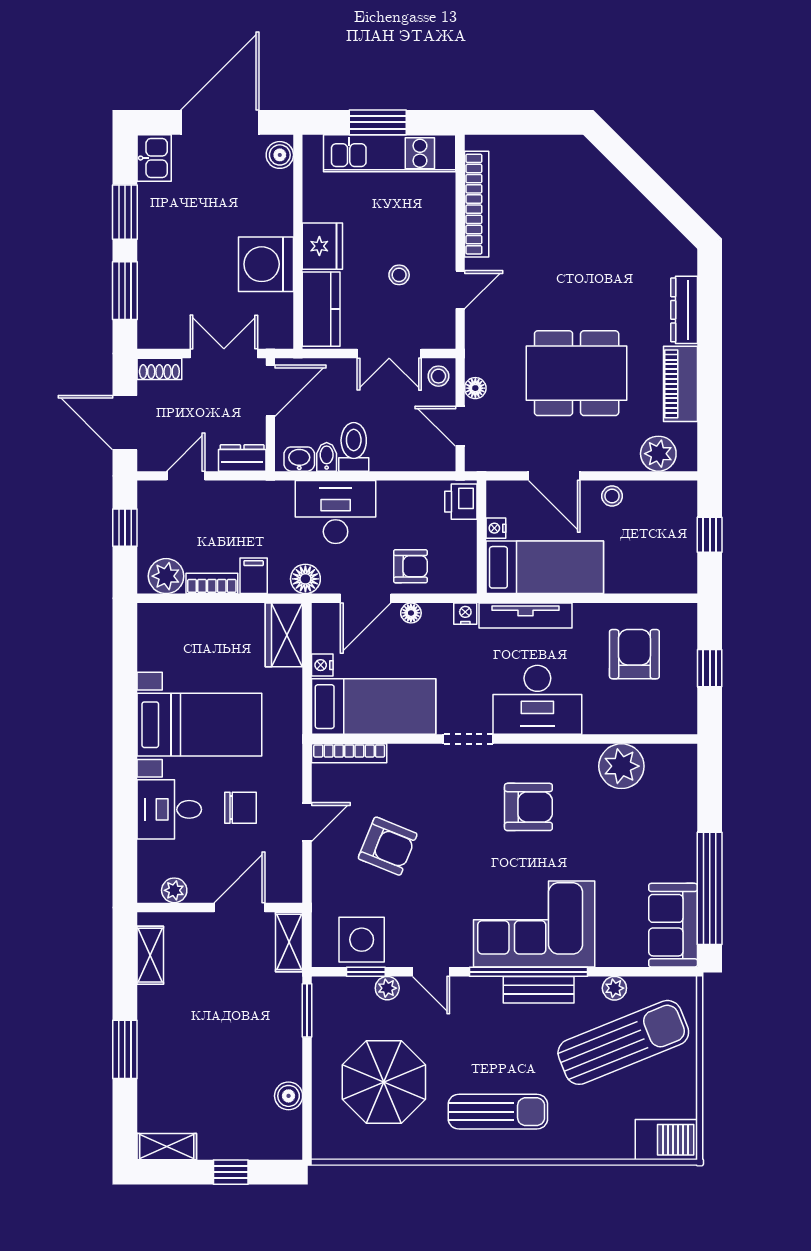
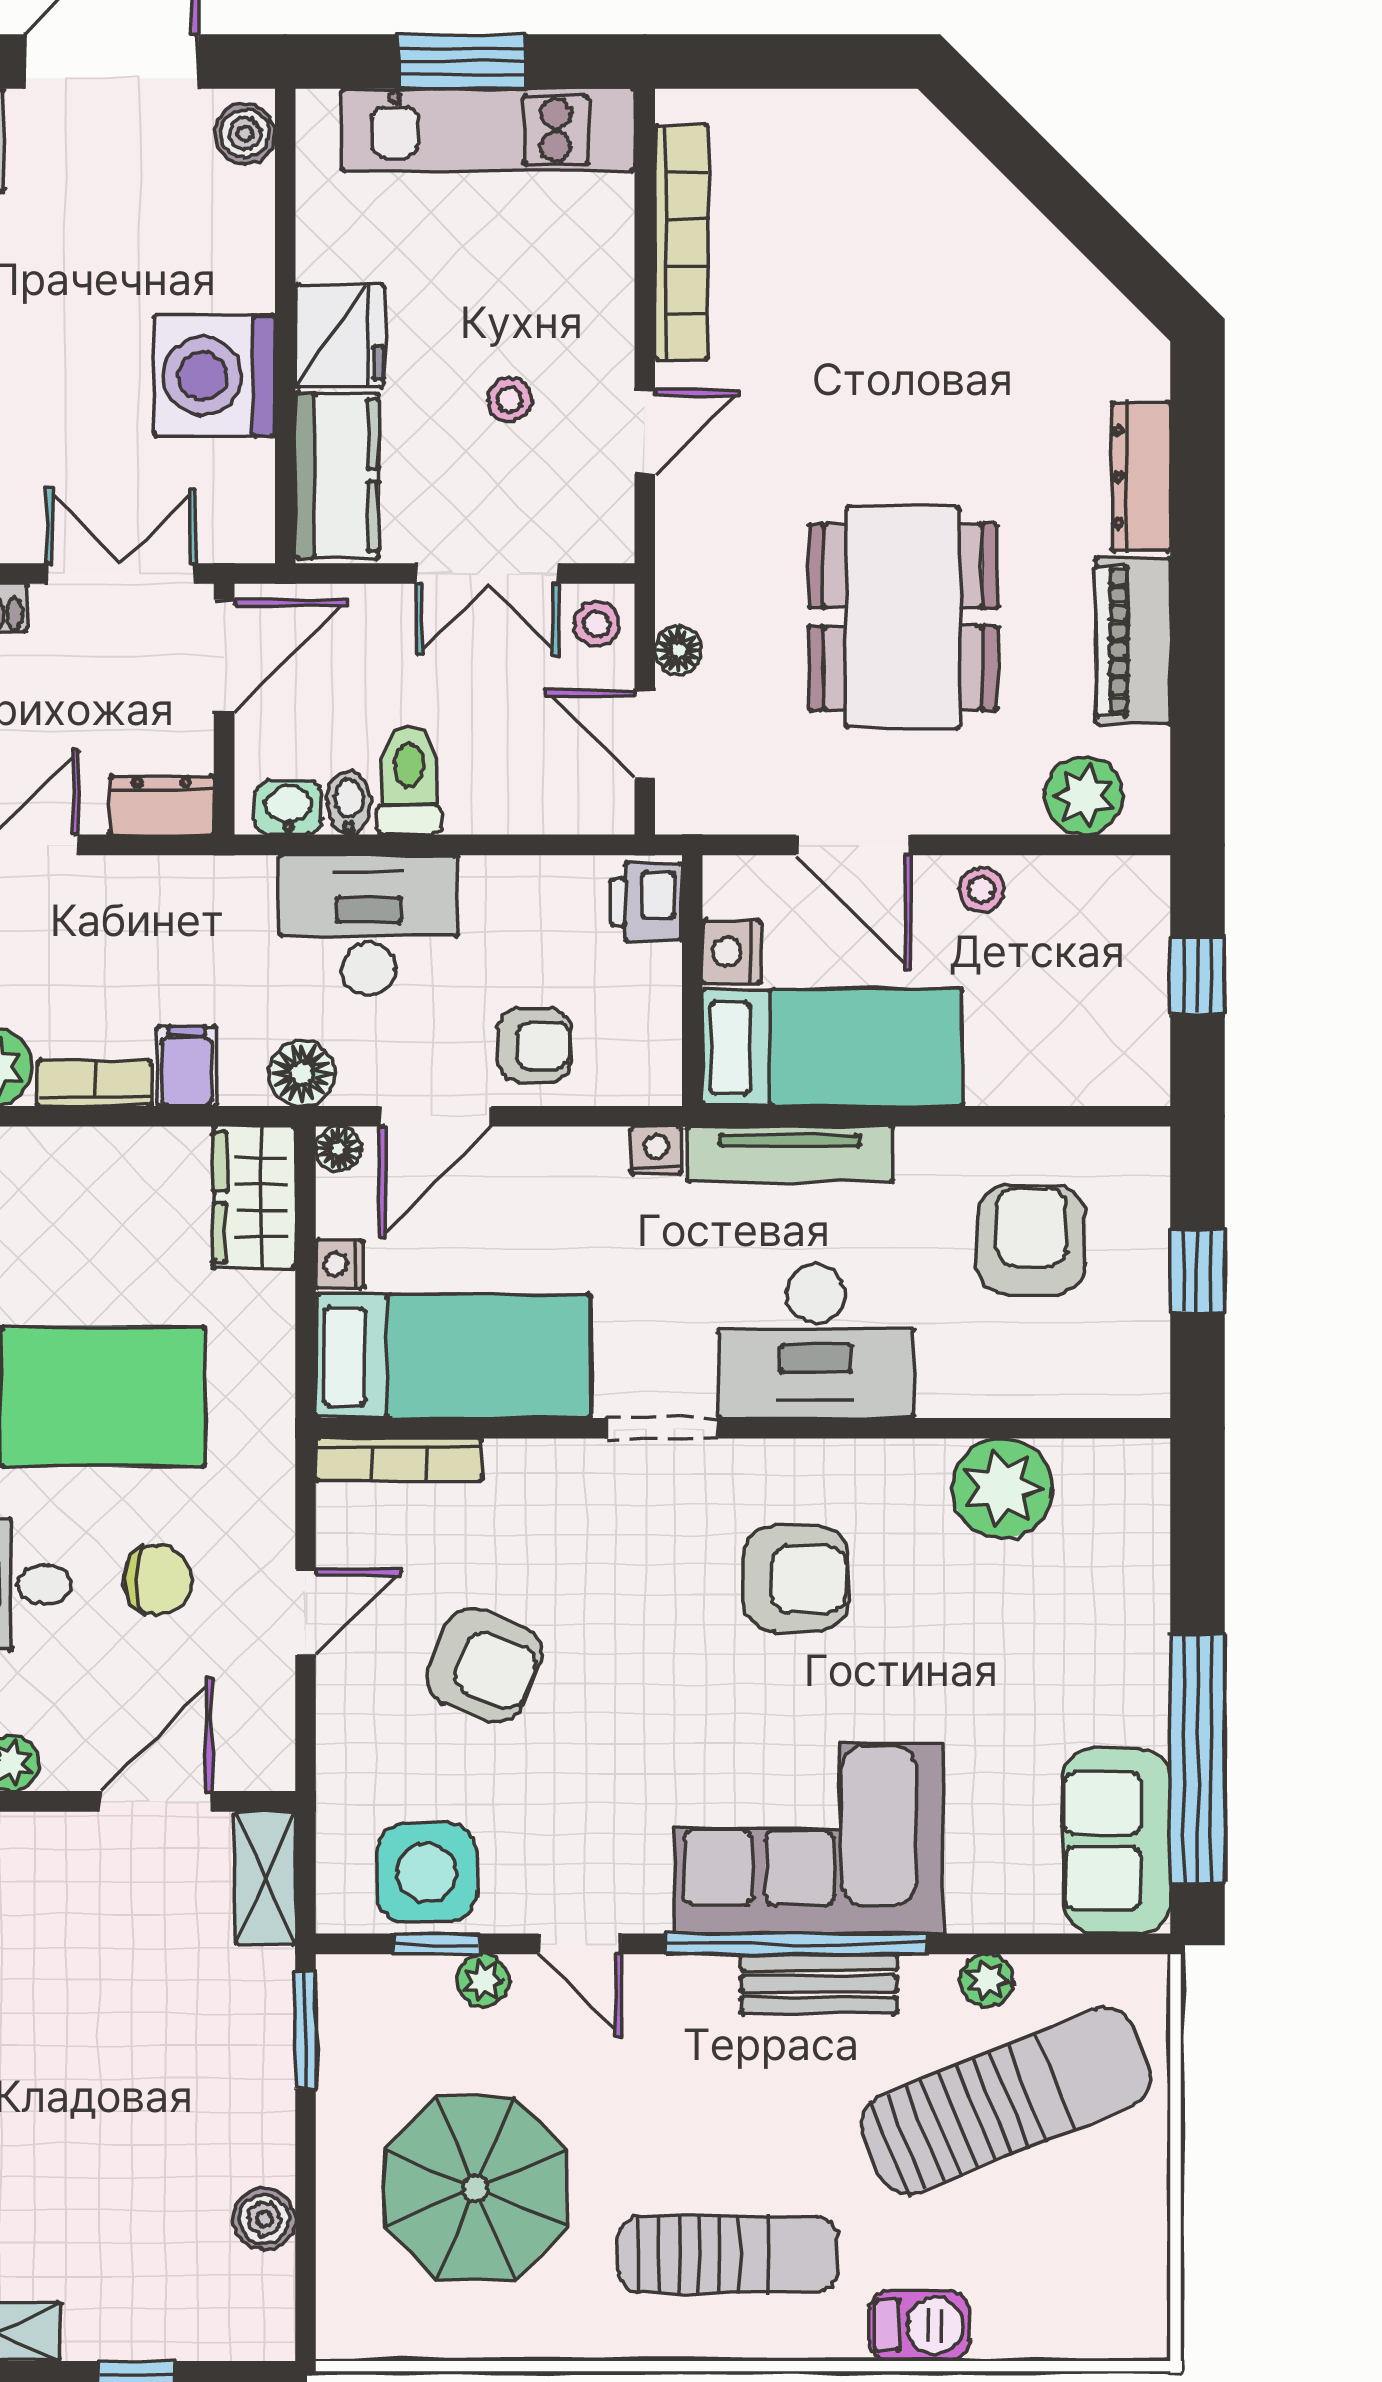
dining table: (577, 373) -> (903, 617), turned 90
nightstand: (496, 528) -> (732, 952), width x1.39, depth x1.35
floor lamp: (411, 613) -> (338, 1149), moved
barbecue: (666, 1140) -> (919, 2326), moved, width x0.73, depth x0.79

